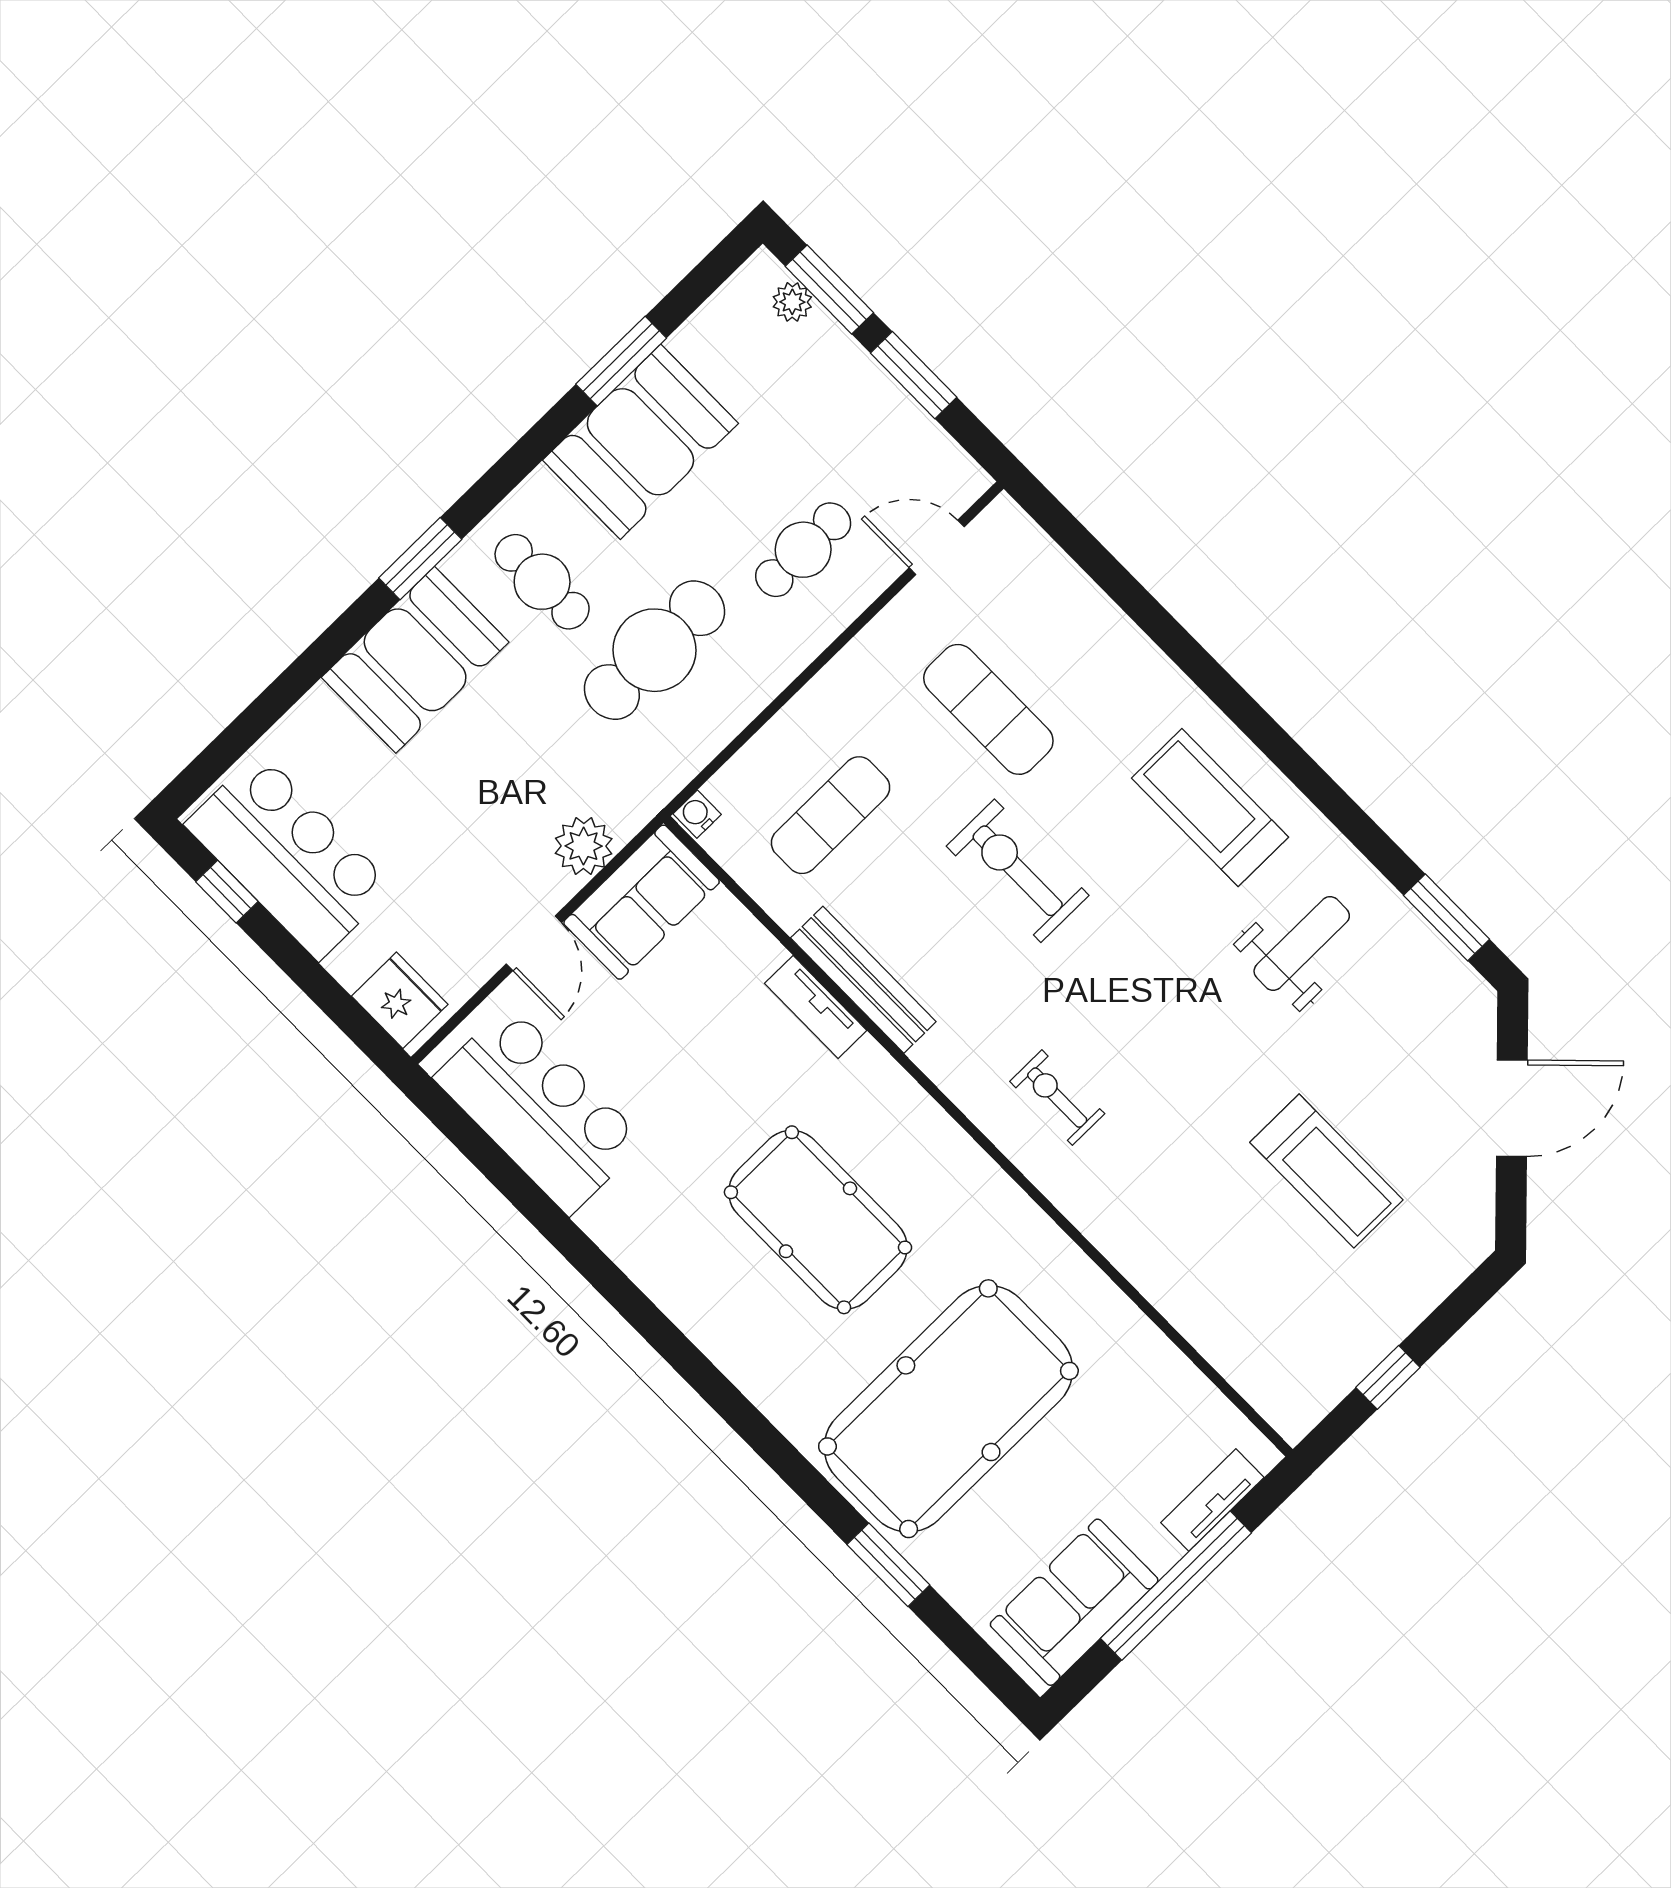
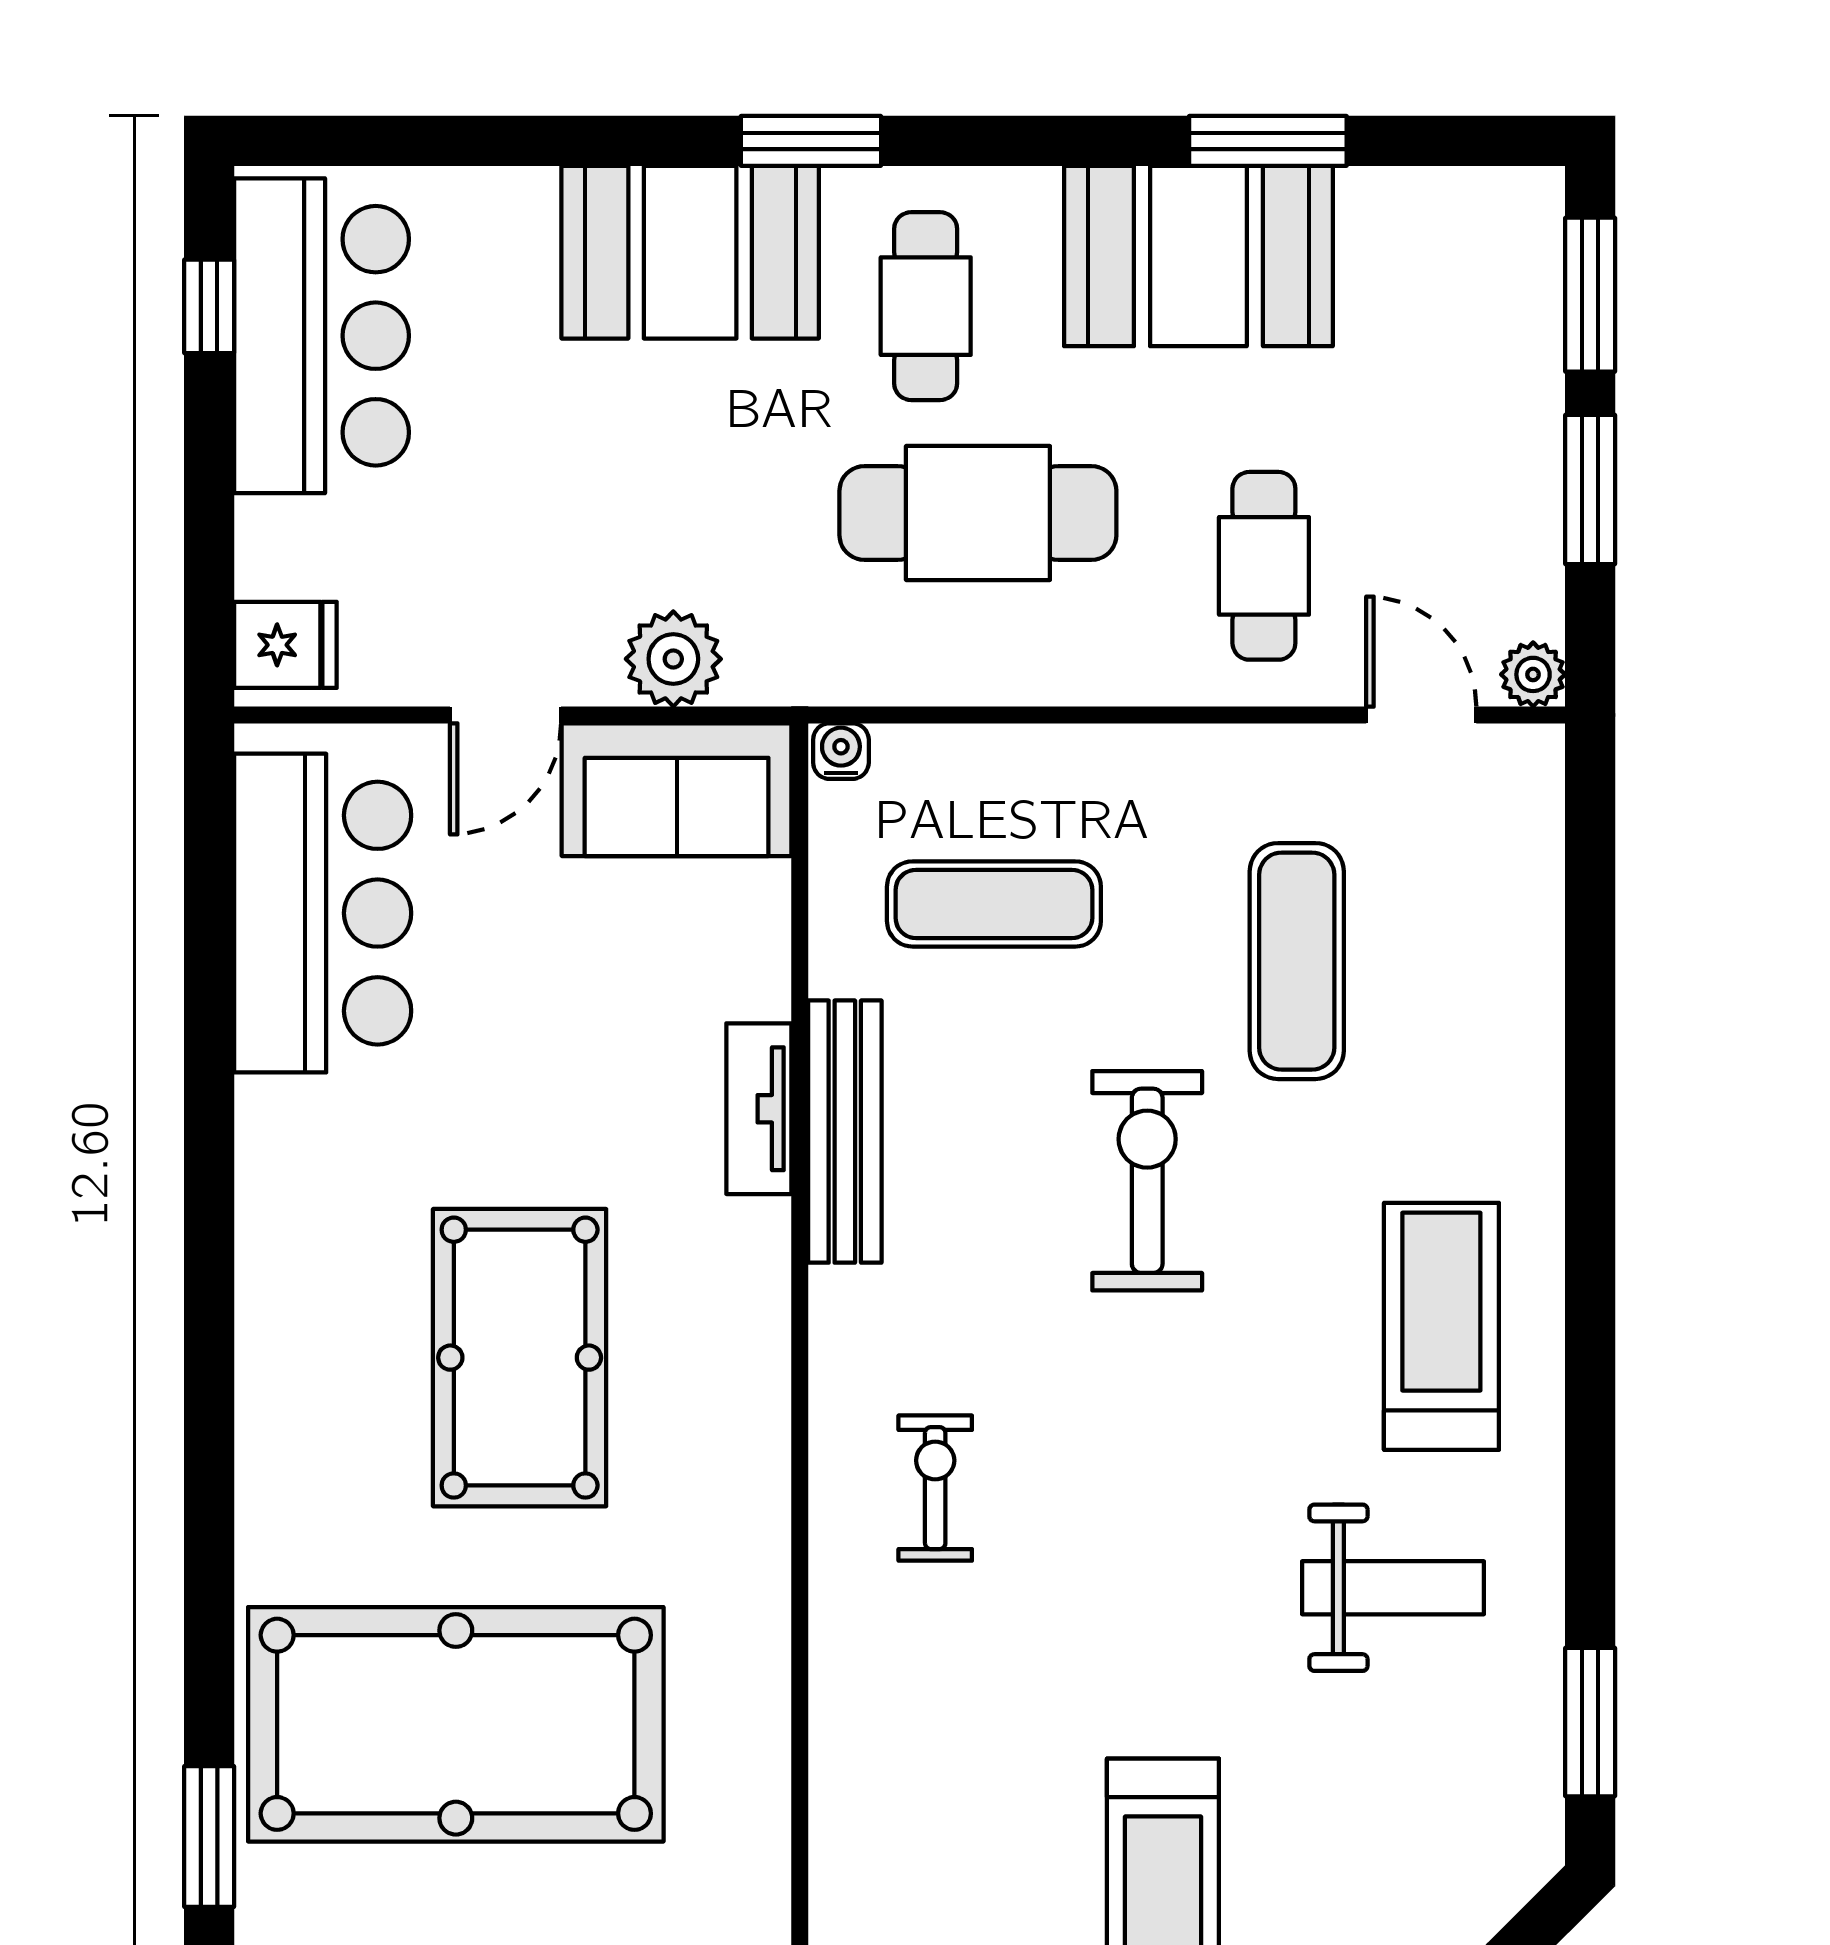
plant: (792, 302) -> (1533, 674), moved
cafe table: (803, 550) -> (1264, 566), turned 90
fridge: (400, 1000) -> (285, 645), width x0.72

